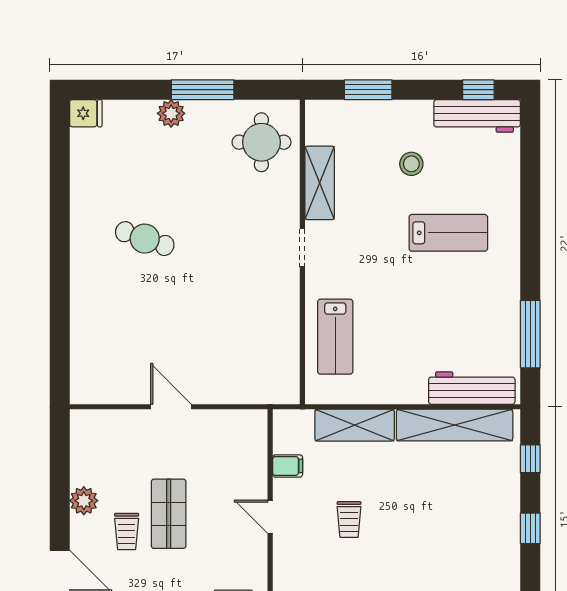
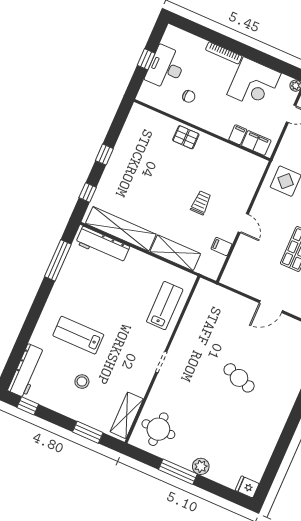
workbench: (477, 116) -> (26, 371), moved, turned 90
shelving: (320, 183) -> (127, 415), moved
cafe table: (145, 239) -> (239, 378), moved
door: (171, 407) -> (271, 307), hinge flipped

